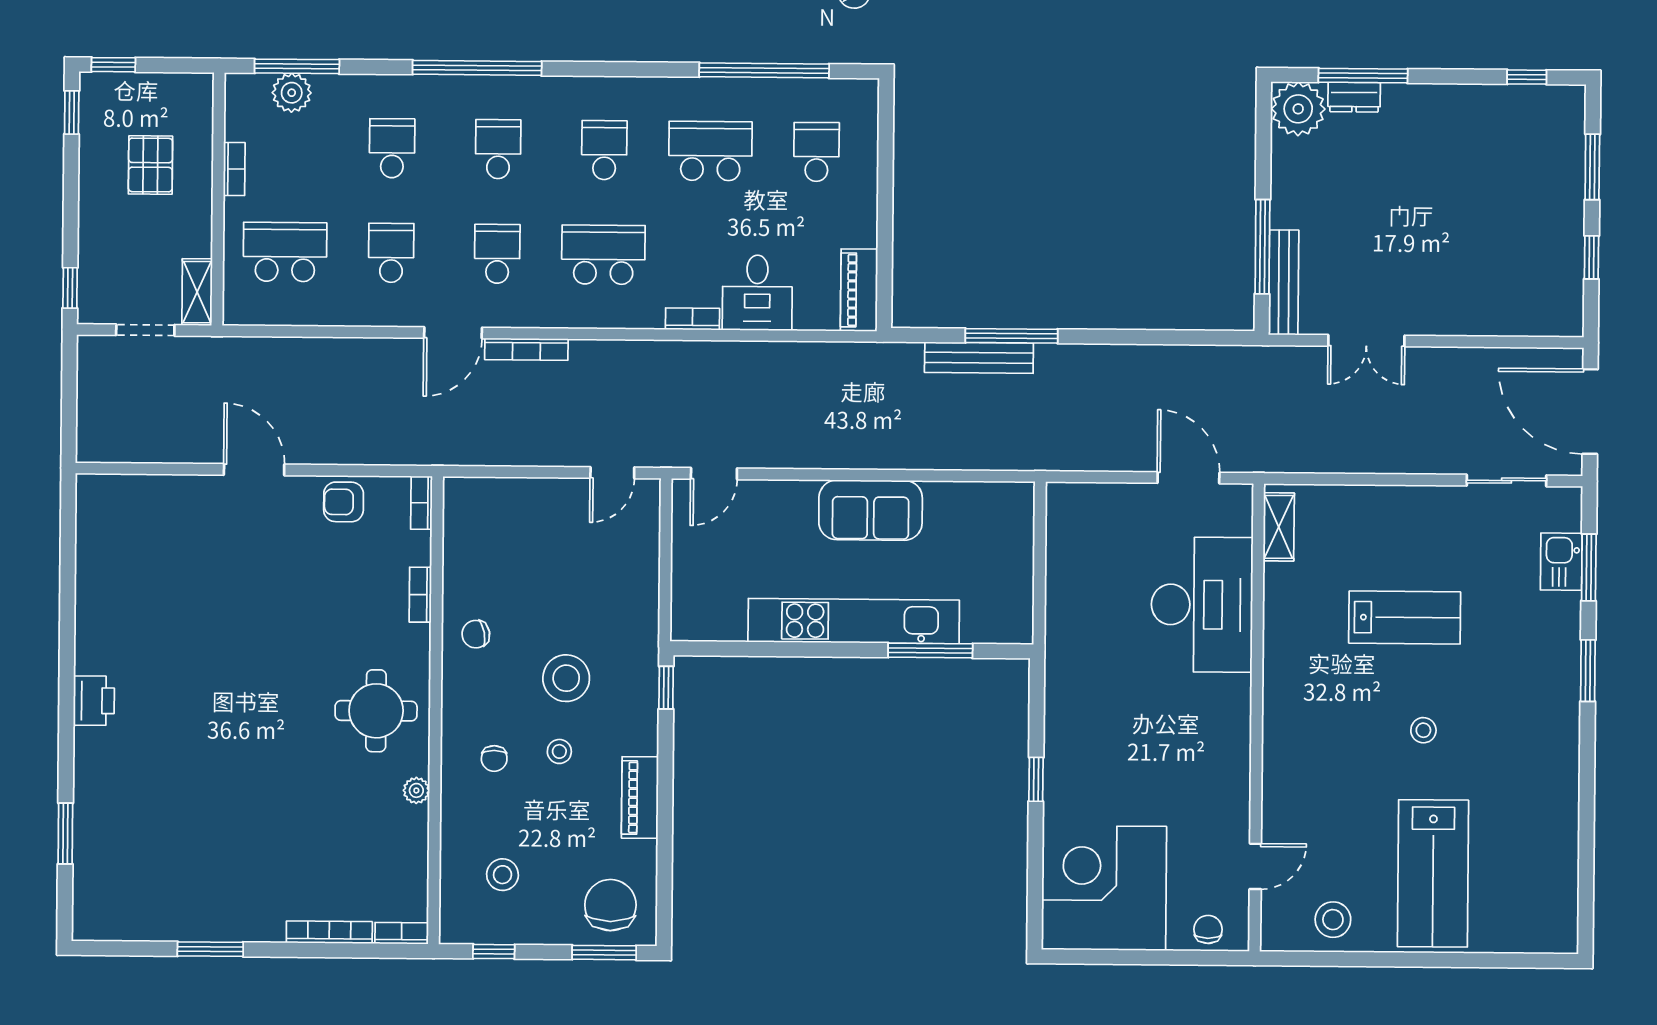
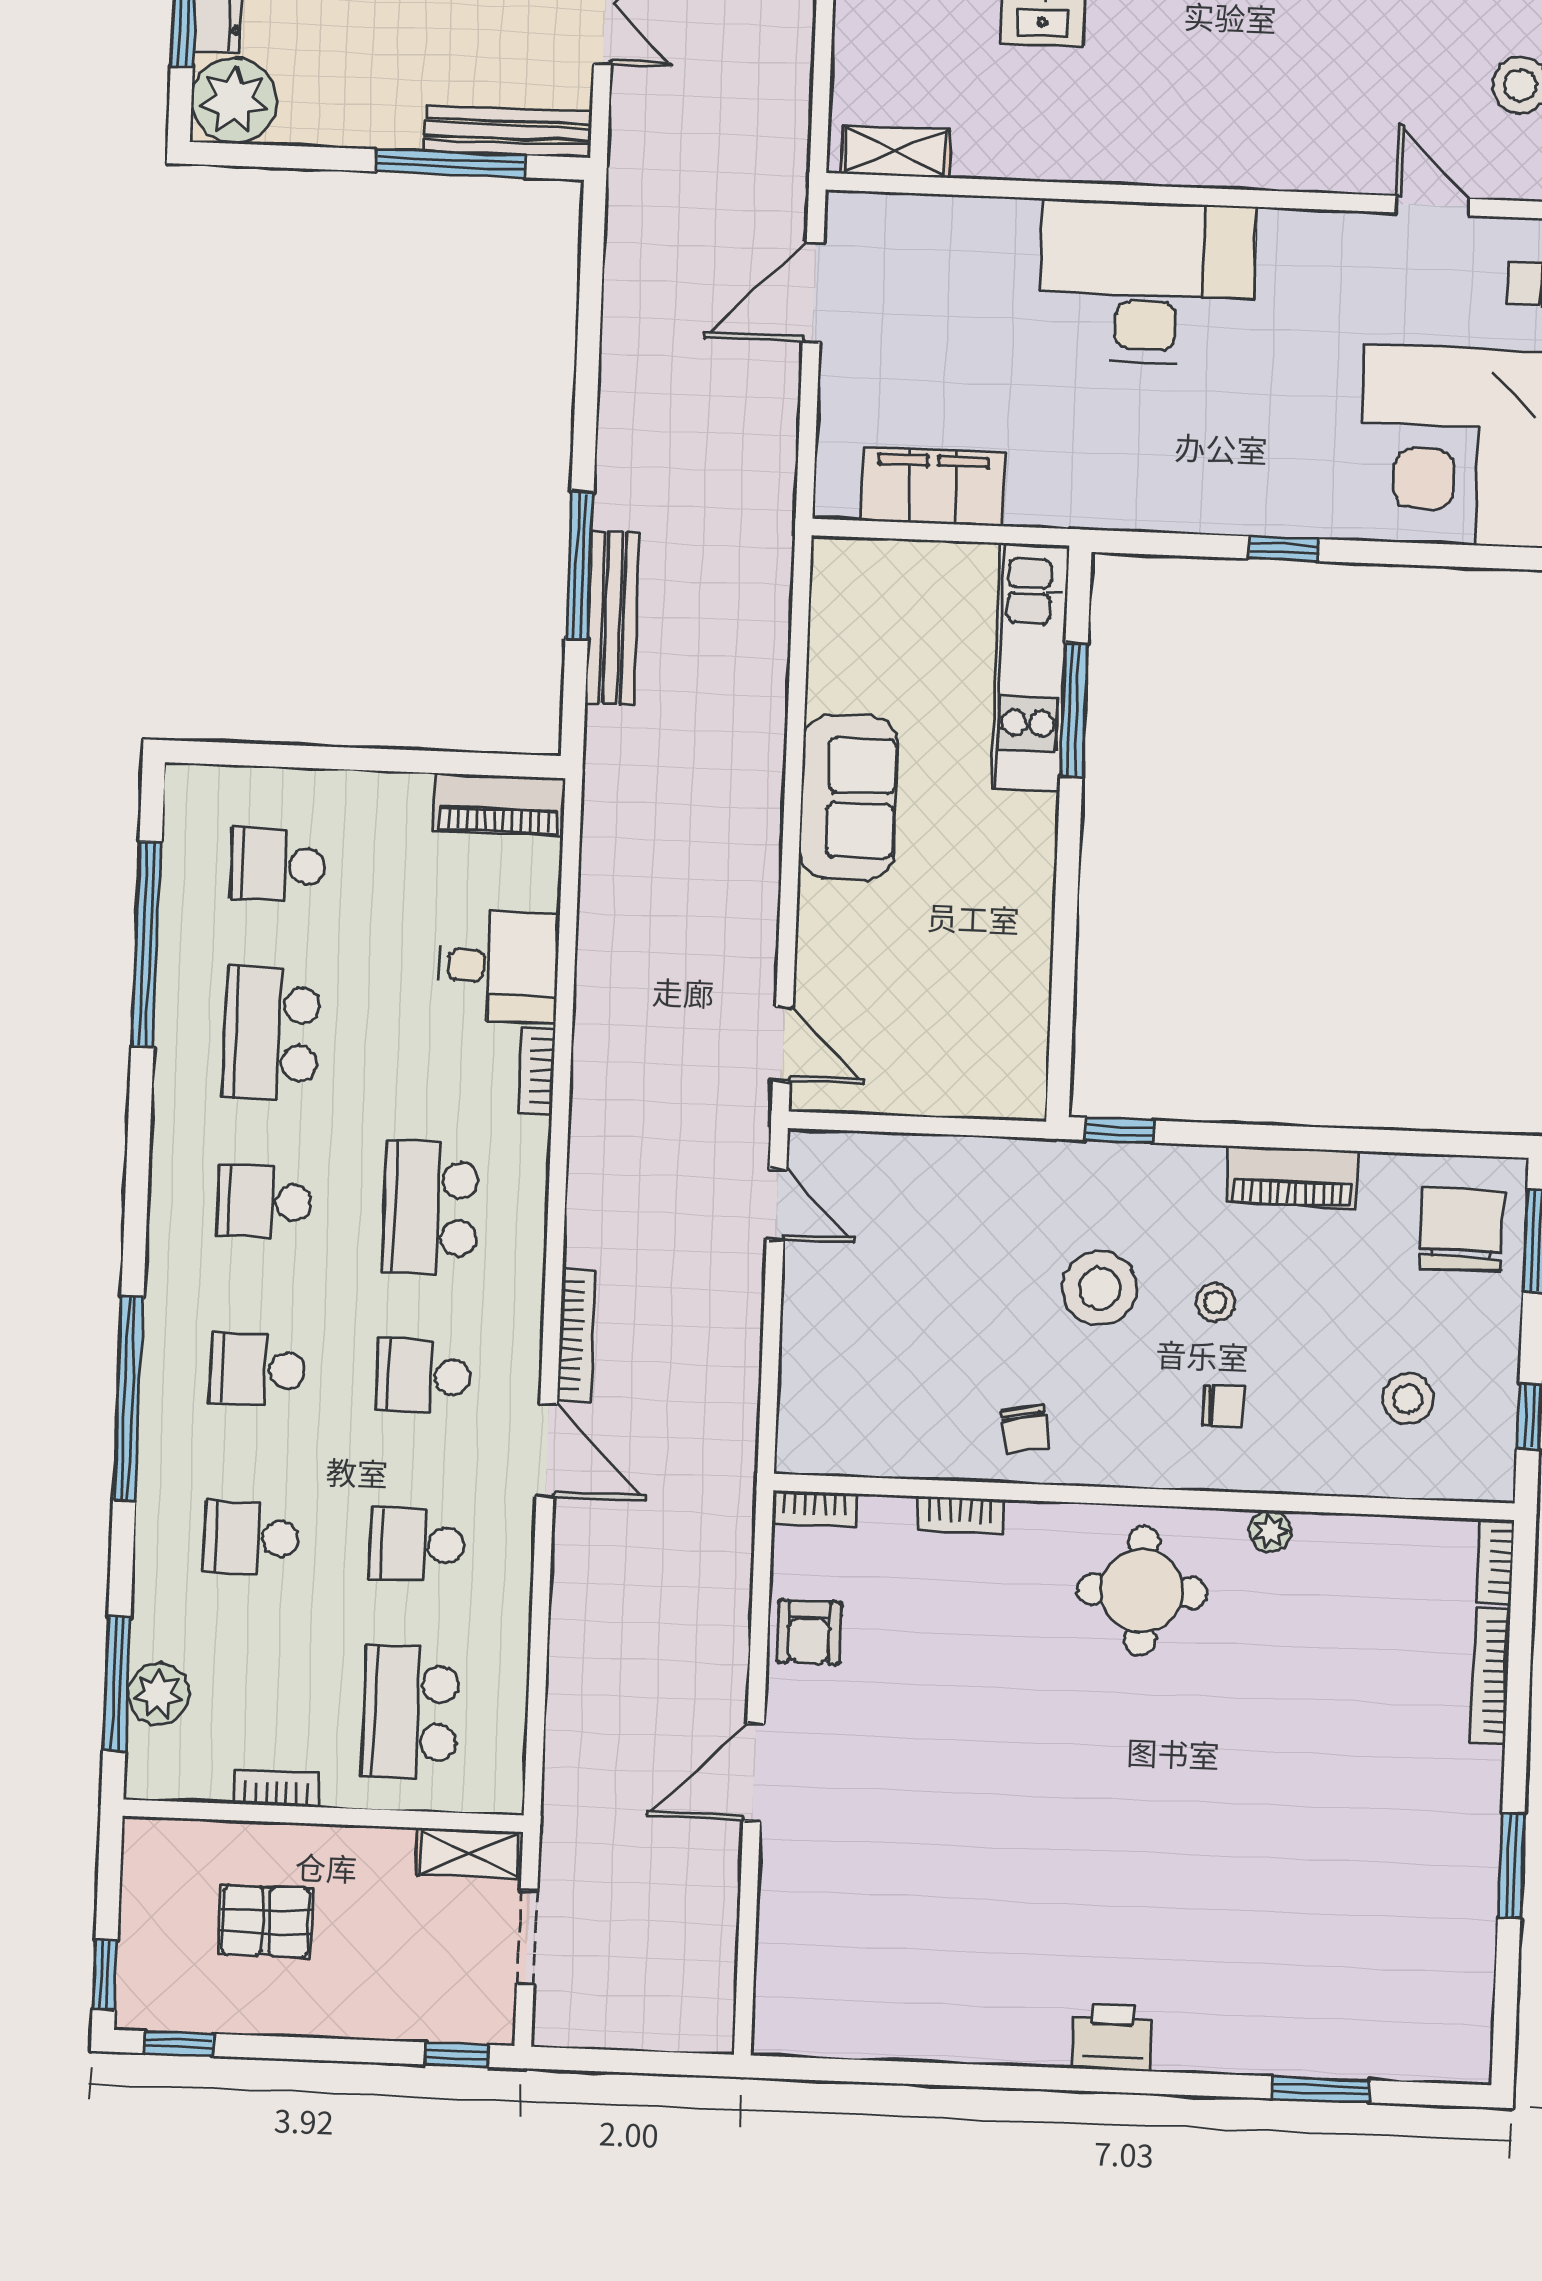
filing cabinet: (1068, 557) -> (933, 487), added
desk: (1202, 605) -> (1147, 282), moved
kitchen unit: (854, 621) -> (1030, 667), moved, width x0.73
chair: (610, 905) -> (1461, 1229), turned 90

